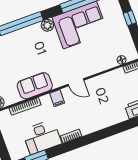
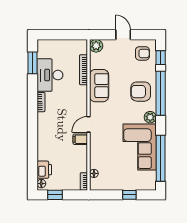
armchair: (26, 44) -> (141, 92), added
filing cabinet: (57, 98) -> (80, 139), moved

